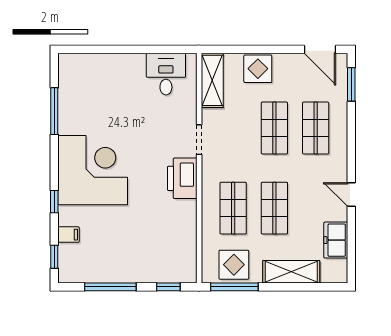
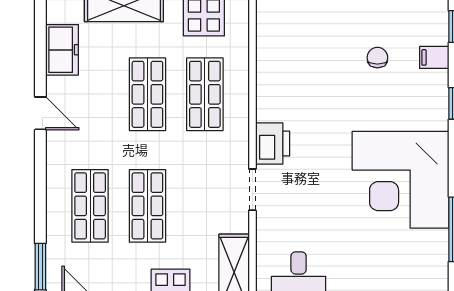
corner desk: (93, 170) -> (401, 180), moved
printer: (182, 178) -> (273, 144), width x0.73, depth x0.84
chair: (109, 235) -> (377, 58), added

